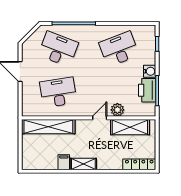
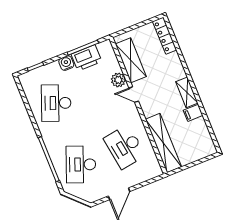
desk: (119, 49) -> (56, 103), turned 42

